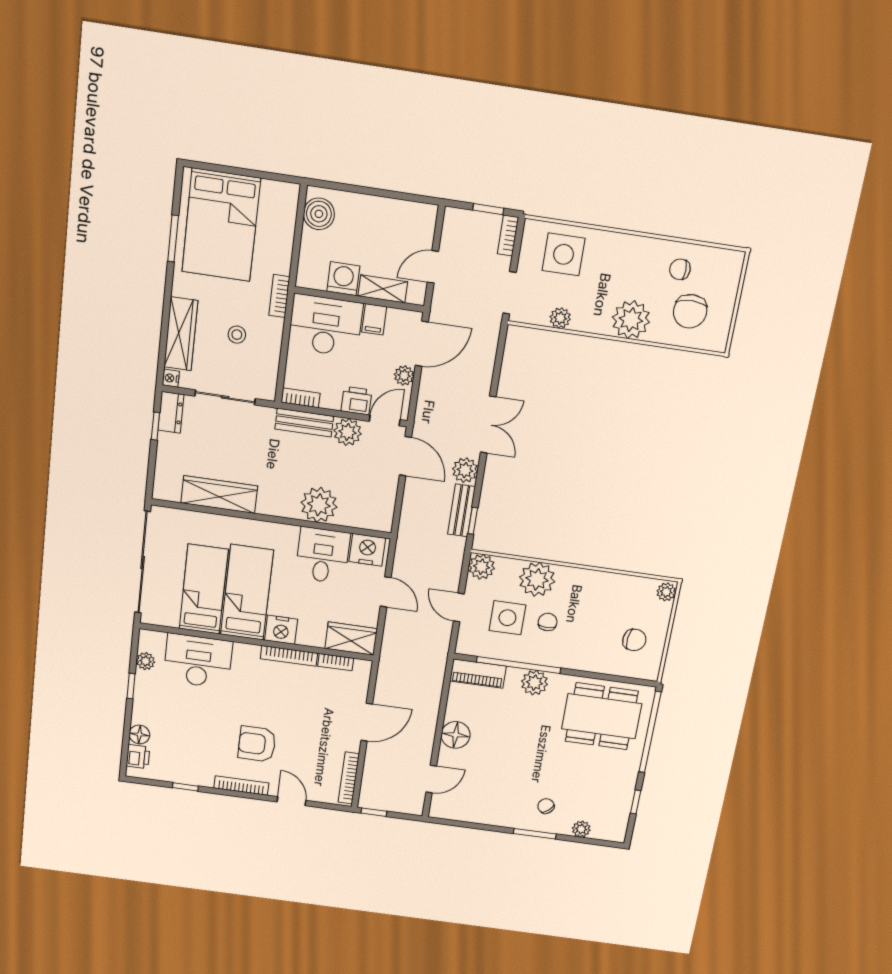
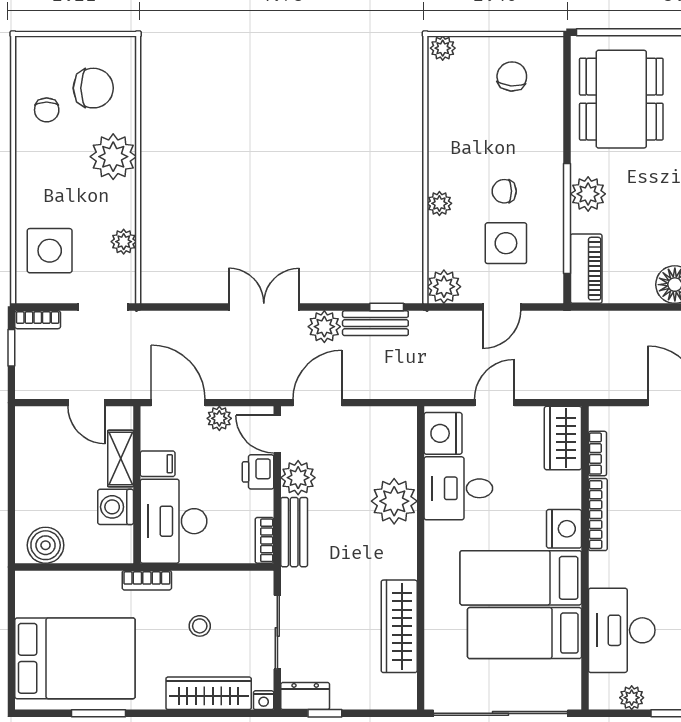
plant: (537, 579) -> (439, 203), width x0.53, depth x0.53

